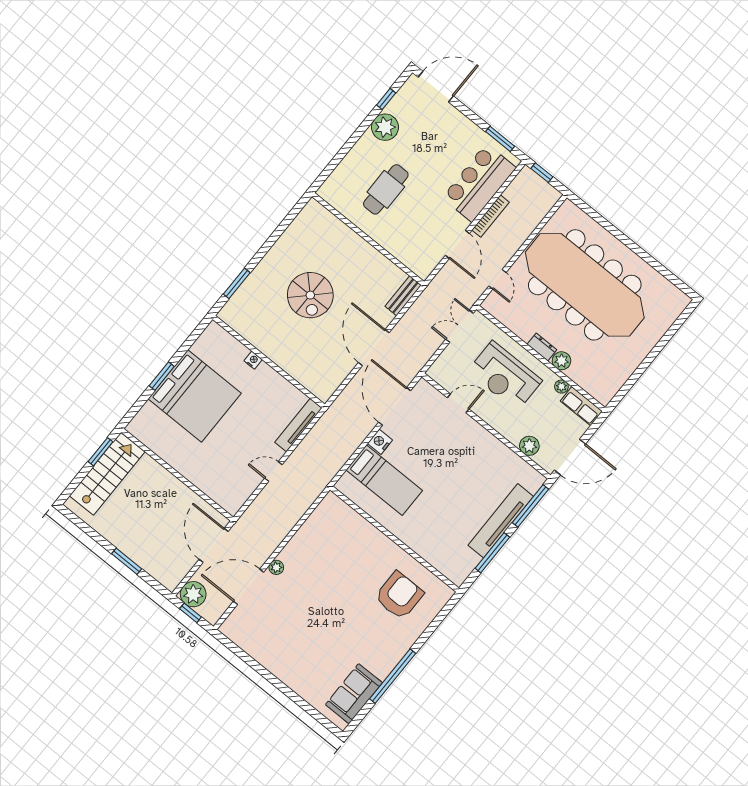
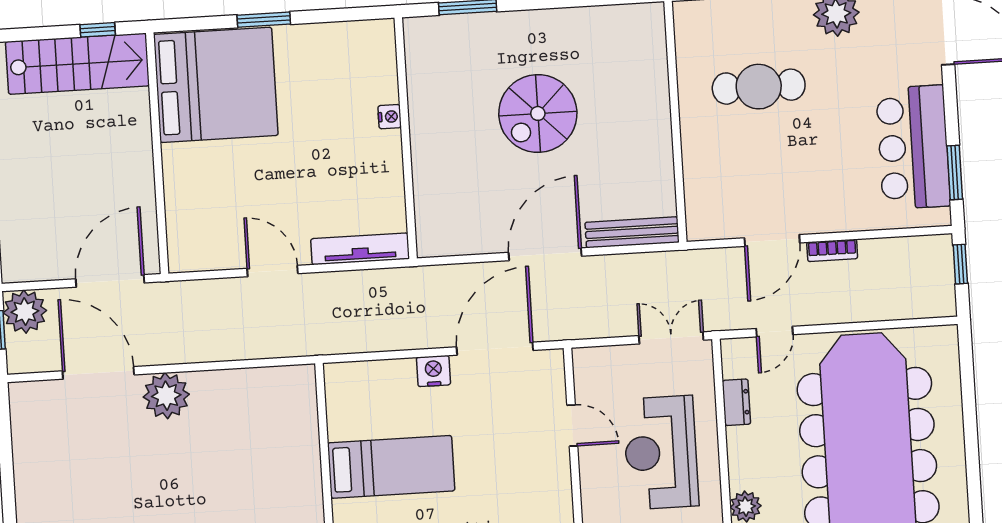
bar counter: (479, 183) -> (913, 147), moved, turned -90
bookcase: (490, 216) -> (832, 250), width x0.64
bench: (403, 296) -> (632, 232), width x1.36
dresser: (542, 347) -> (736, 402), moved
bed: (195, 396) -> (216, 85), moved, turned -90
window: (101, 452) -> (98, 30), width x0.67
door: (273, 471) -> (273, 271), width x1.38
bed: (384, 480) -> (391, 467), moved, turned -90
plant: (276, 567) -> (166, 396), width x1.87, depth x1.87

